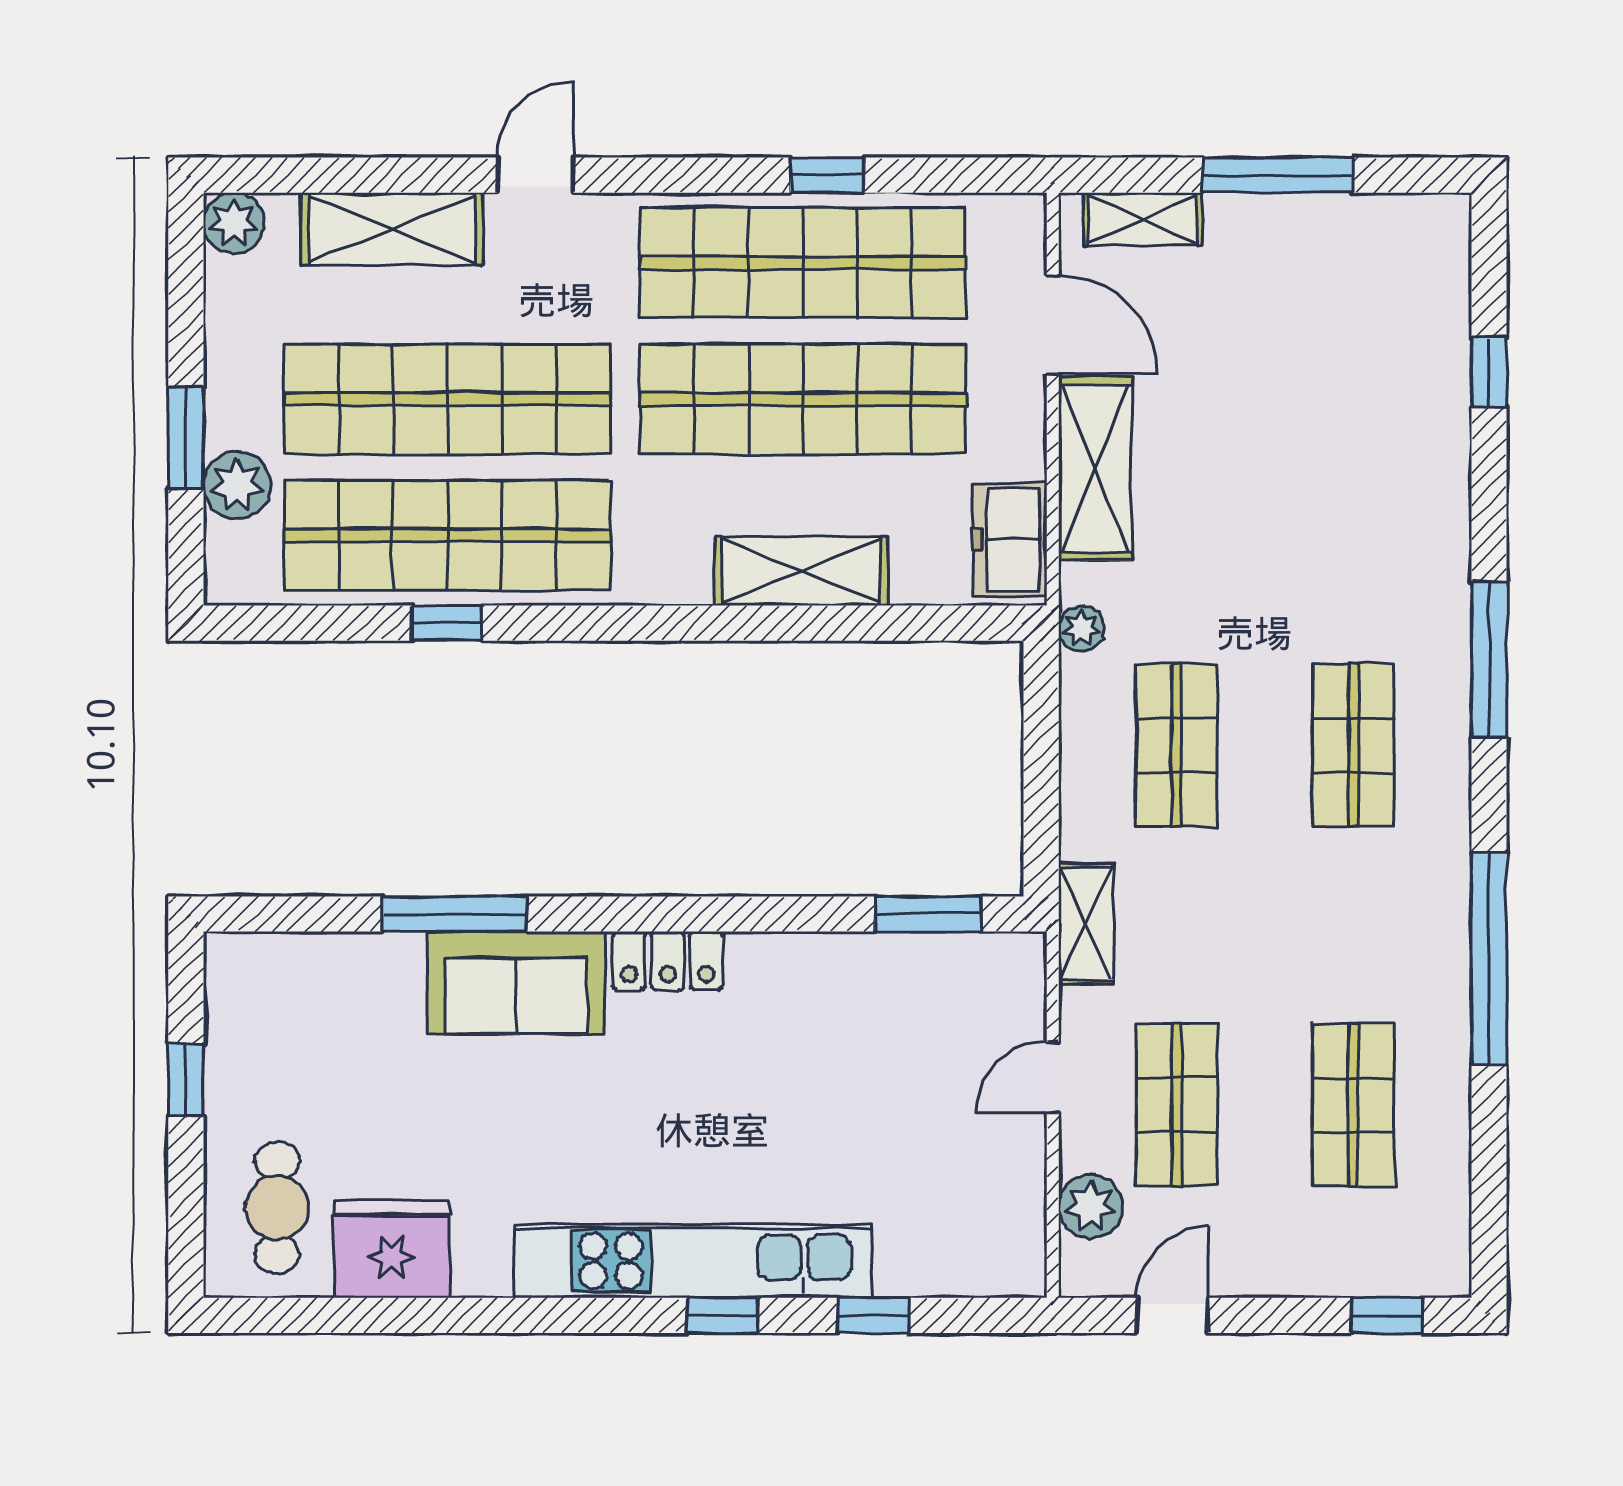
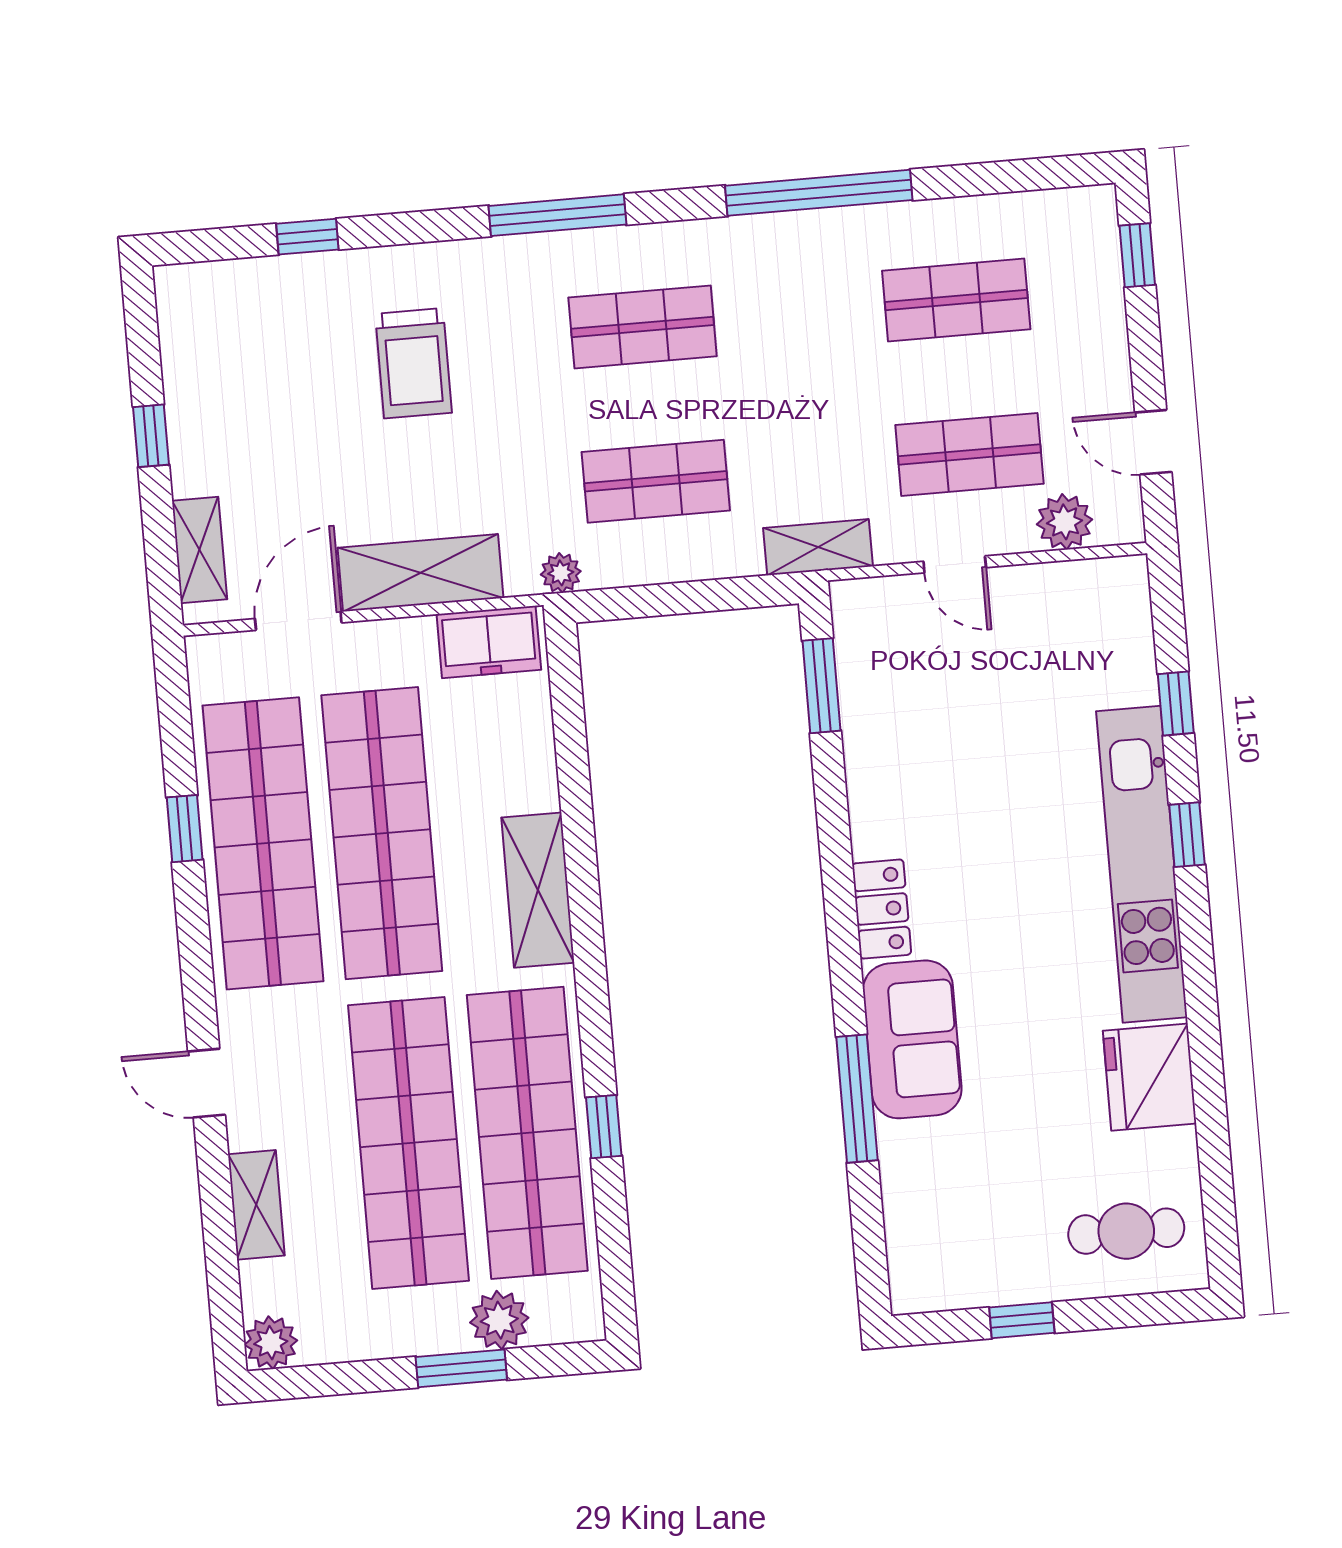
window: (1278, 175) -> (151, 436), width x0.46
shelving: (392, 229) -> (256, 1205), width x0.67, depth x0.75
trolley: (1334, 481) -> (414, 363), added
shelving: (801, 571) -> (538, 890), moved
fridge: (392, 1249) -> (1150, 1077), moved

